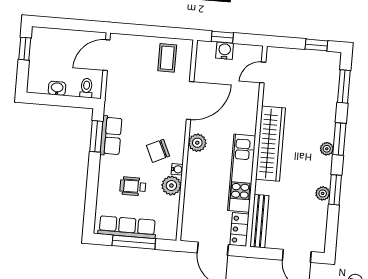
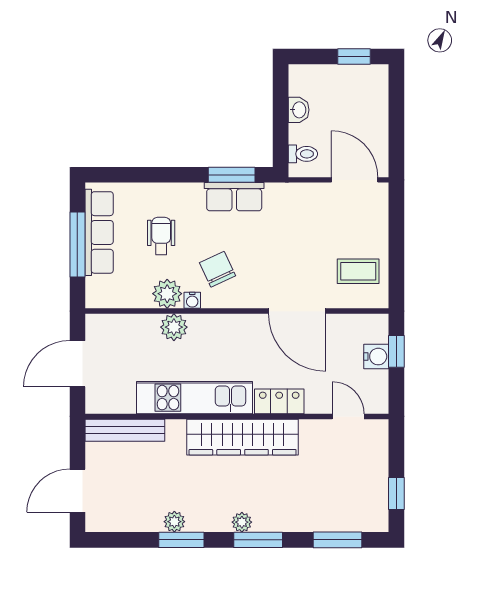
plant: (197, 143) -> (174, 327), moved
locker: (240, 229) -> (279, 401), moved

